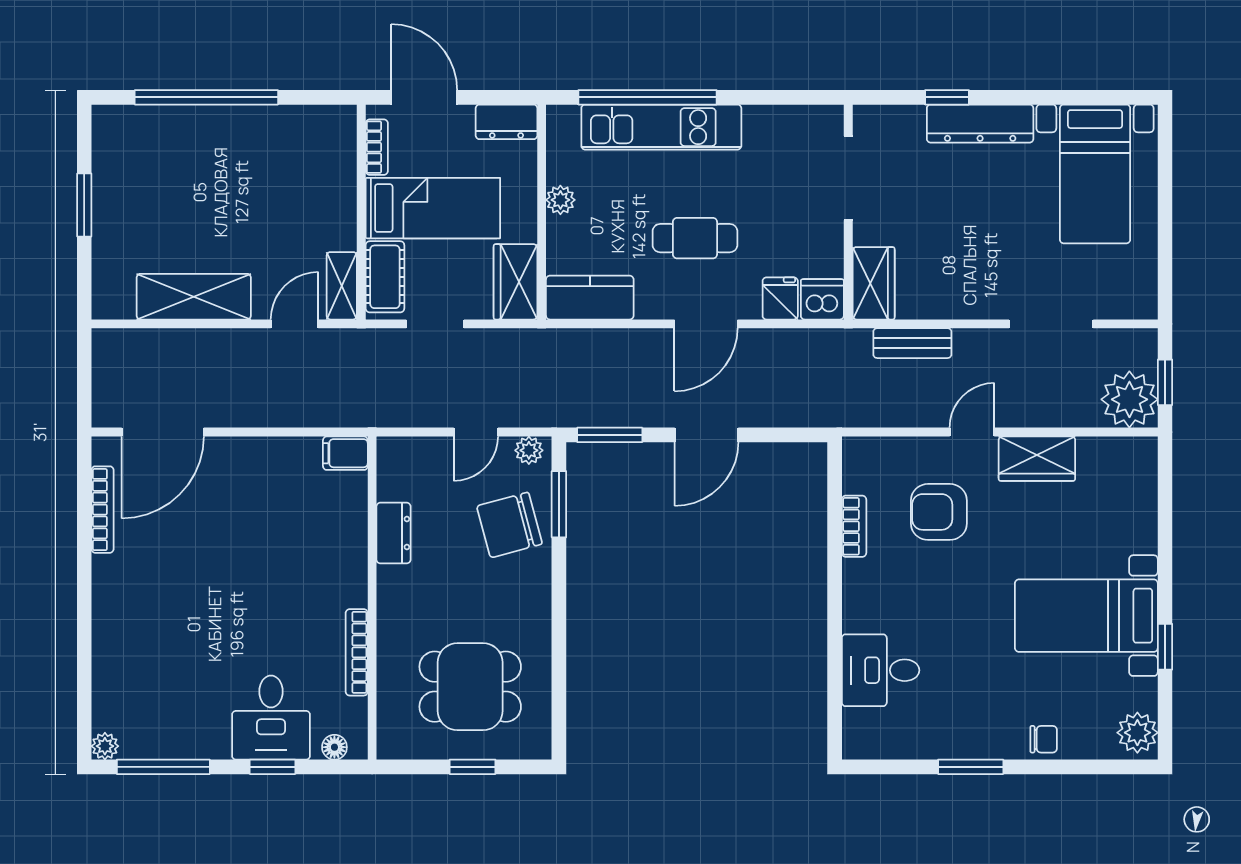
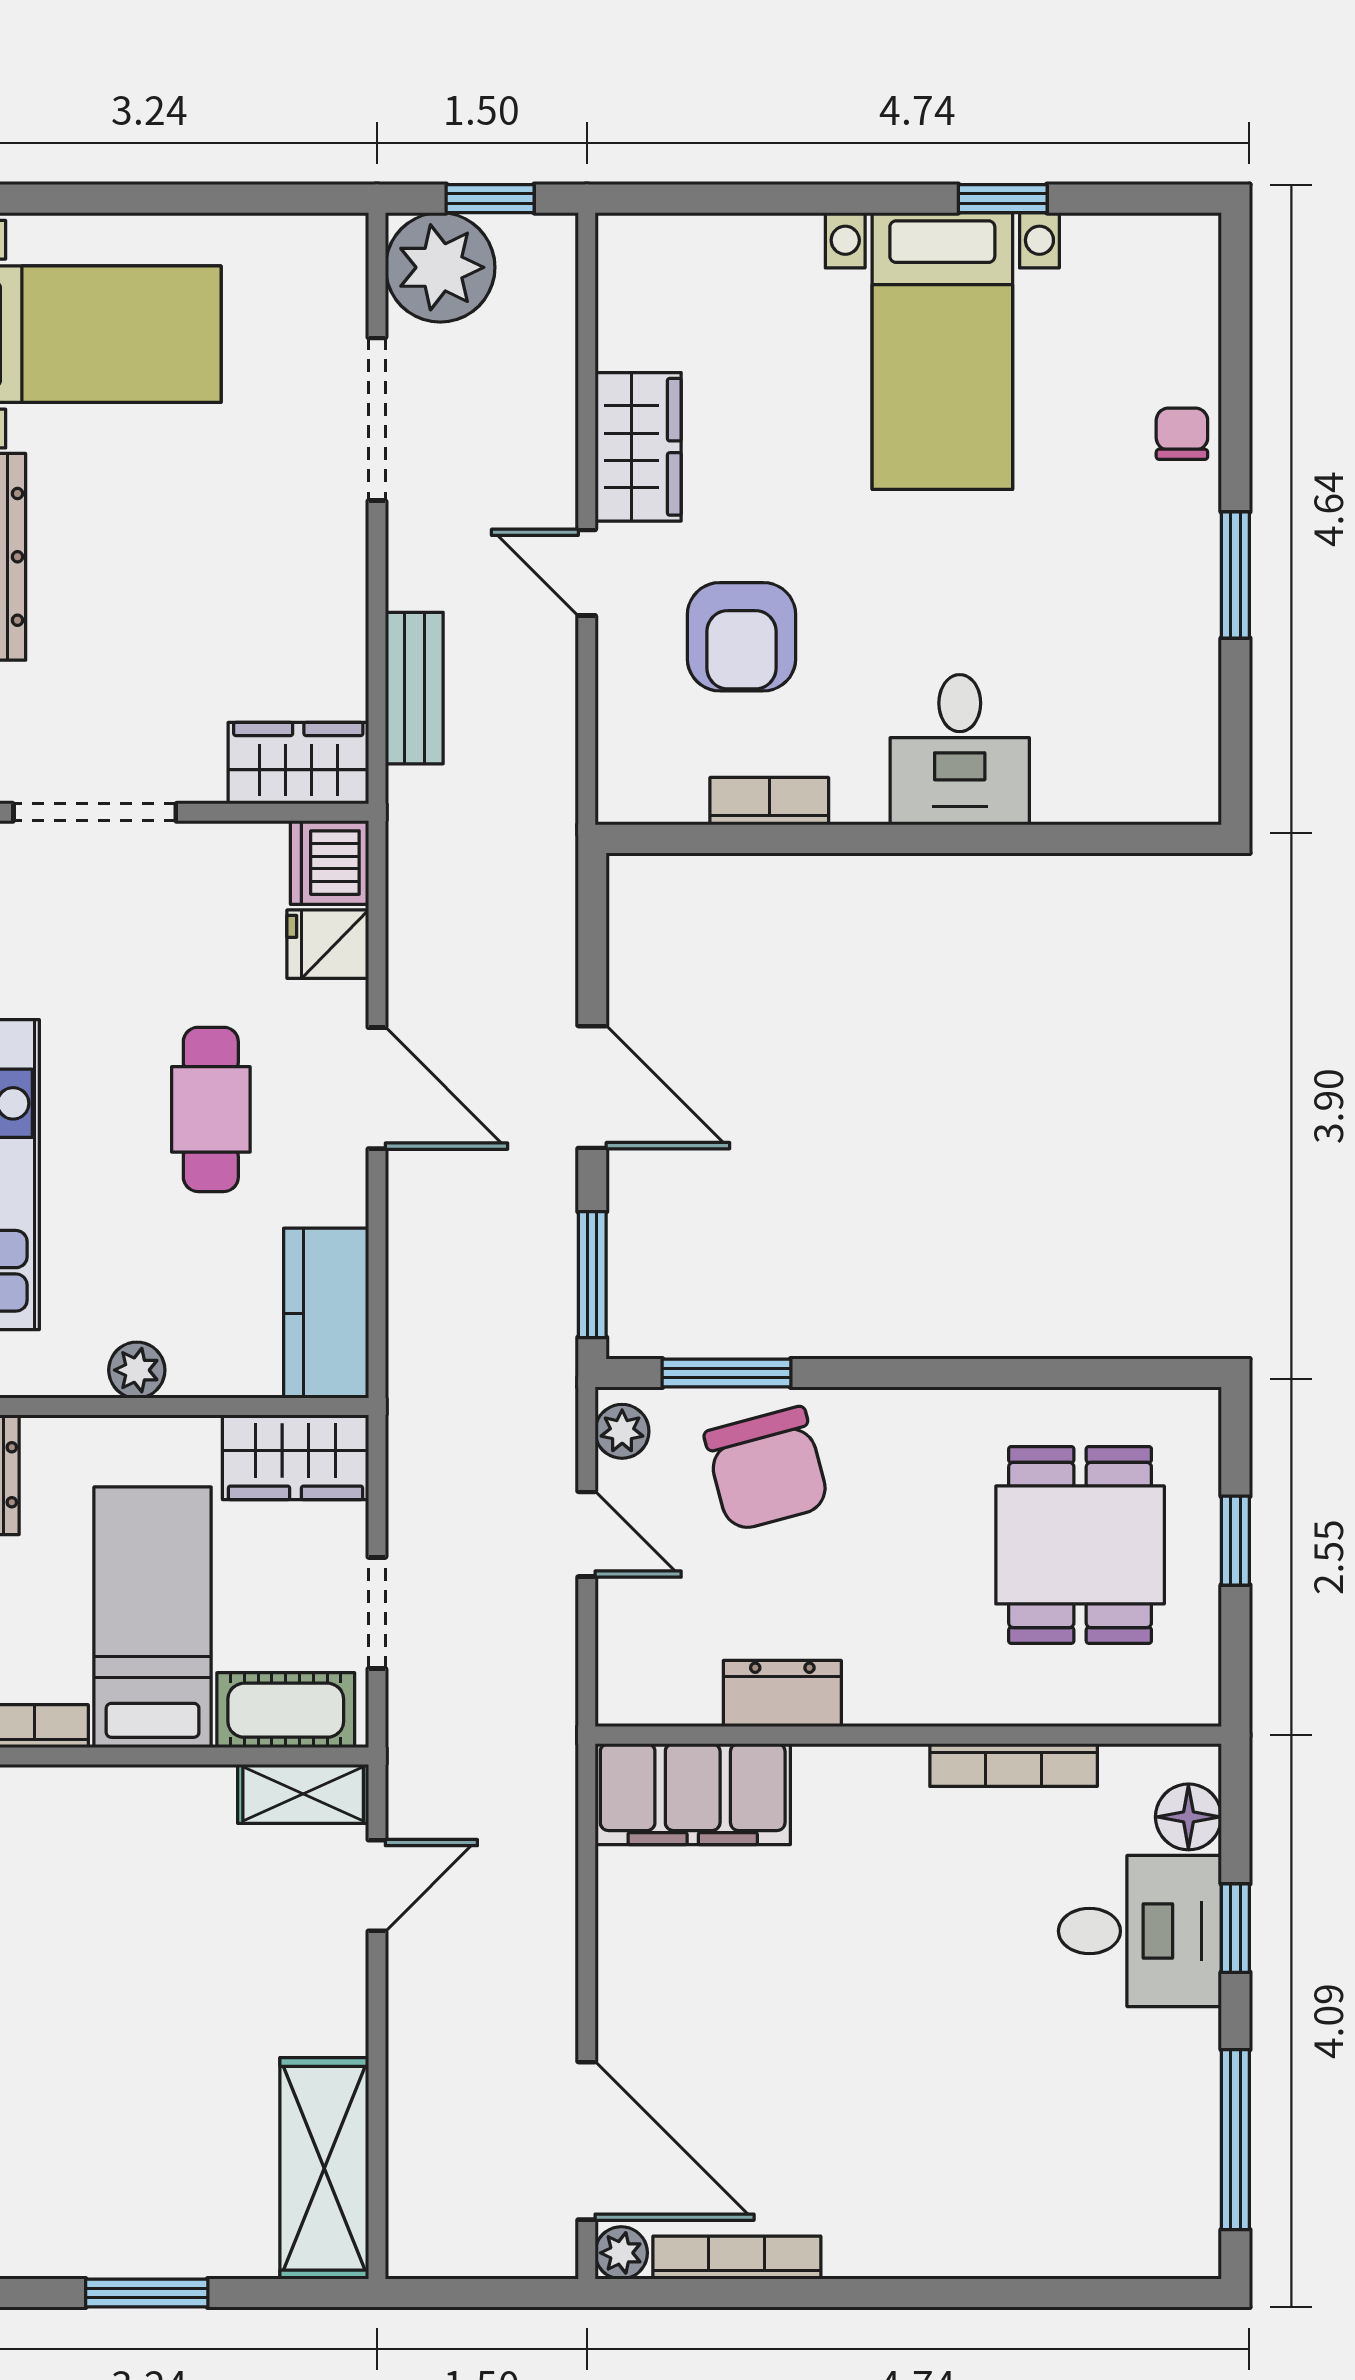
shelving: (194, 297) -> (324, 2168), moved
door: (294, 324) -> (377, 1885), swing flipped
plant: (1129, 399) -> (440, 267), moved
filing cabinet: (345, 453) -> (693, 1794), width x3.00, depth x1.17
desk: (881, 670) -> (960, 750), moved
plant: (1137, 733) -> (1169, 252), removed
plant: (105, 746) -> (621, 2253), moved
floor lamp: (334, 747) -> (1188, 1817), width x1.37, depth x1.37

